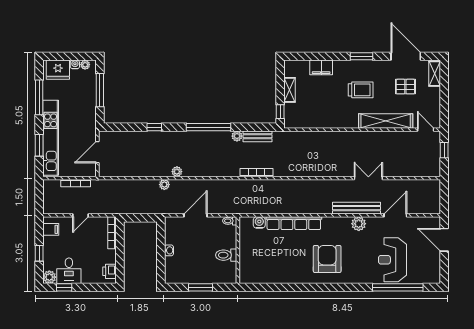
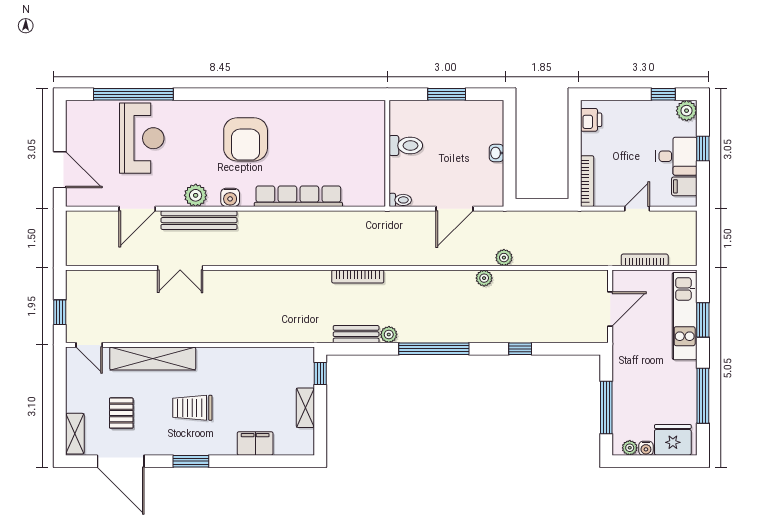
pallet: (405, 87) -> (121, 413), turned 90
kitchen unit: (51, 138) -> (685, 316), width x0.73
water cooler: (259, 222) -> (230, 197), moved
desk: (69, 271) -> (676, 156), moved, turned 90

